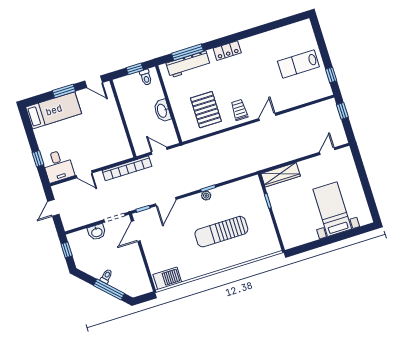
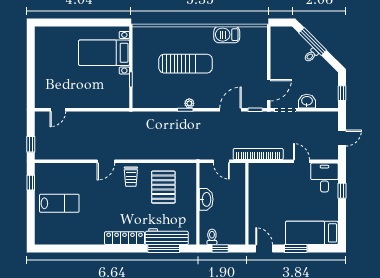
locker: (227, 51) -> (125, 238), width x1.53
wardrobe: (281, 175) -> (110, 101), removed
bed with nightstands: (332, 209) -> (104, 53), moved, turned 90
barbecue: (167, 278) -> (227, 35), moved

